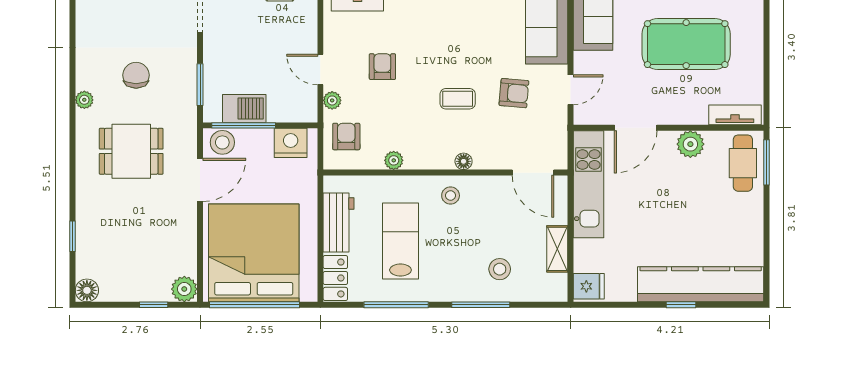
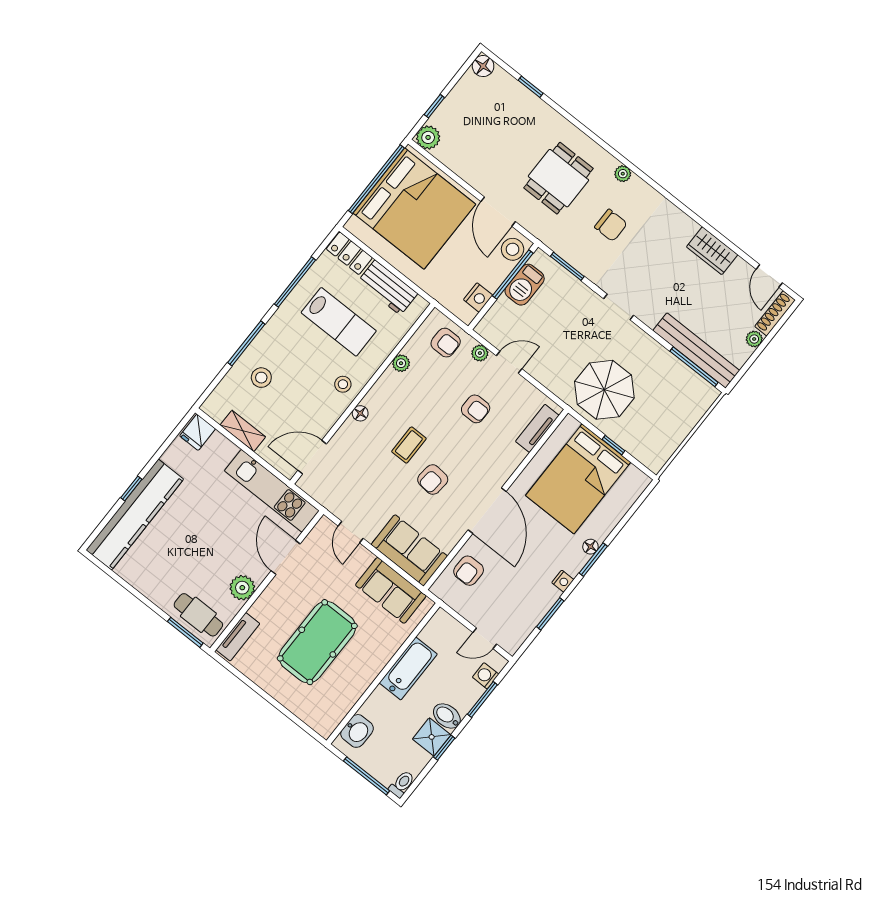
armchair: (514, 93) -> (433, 480), moved
nightstand: (291, 143) -> (478, 297), width x0.74, depth x0.75

